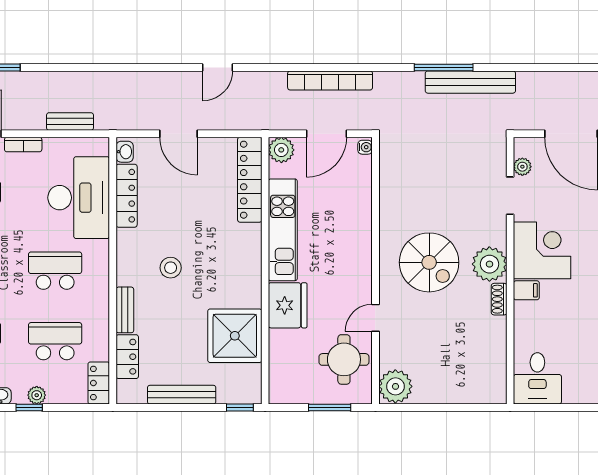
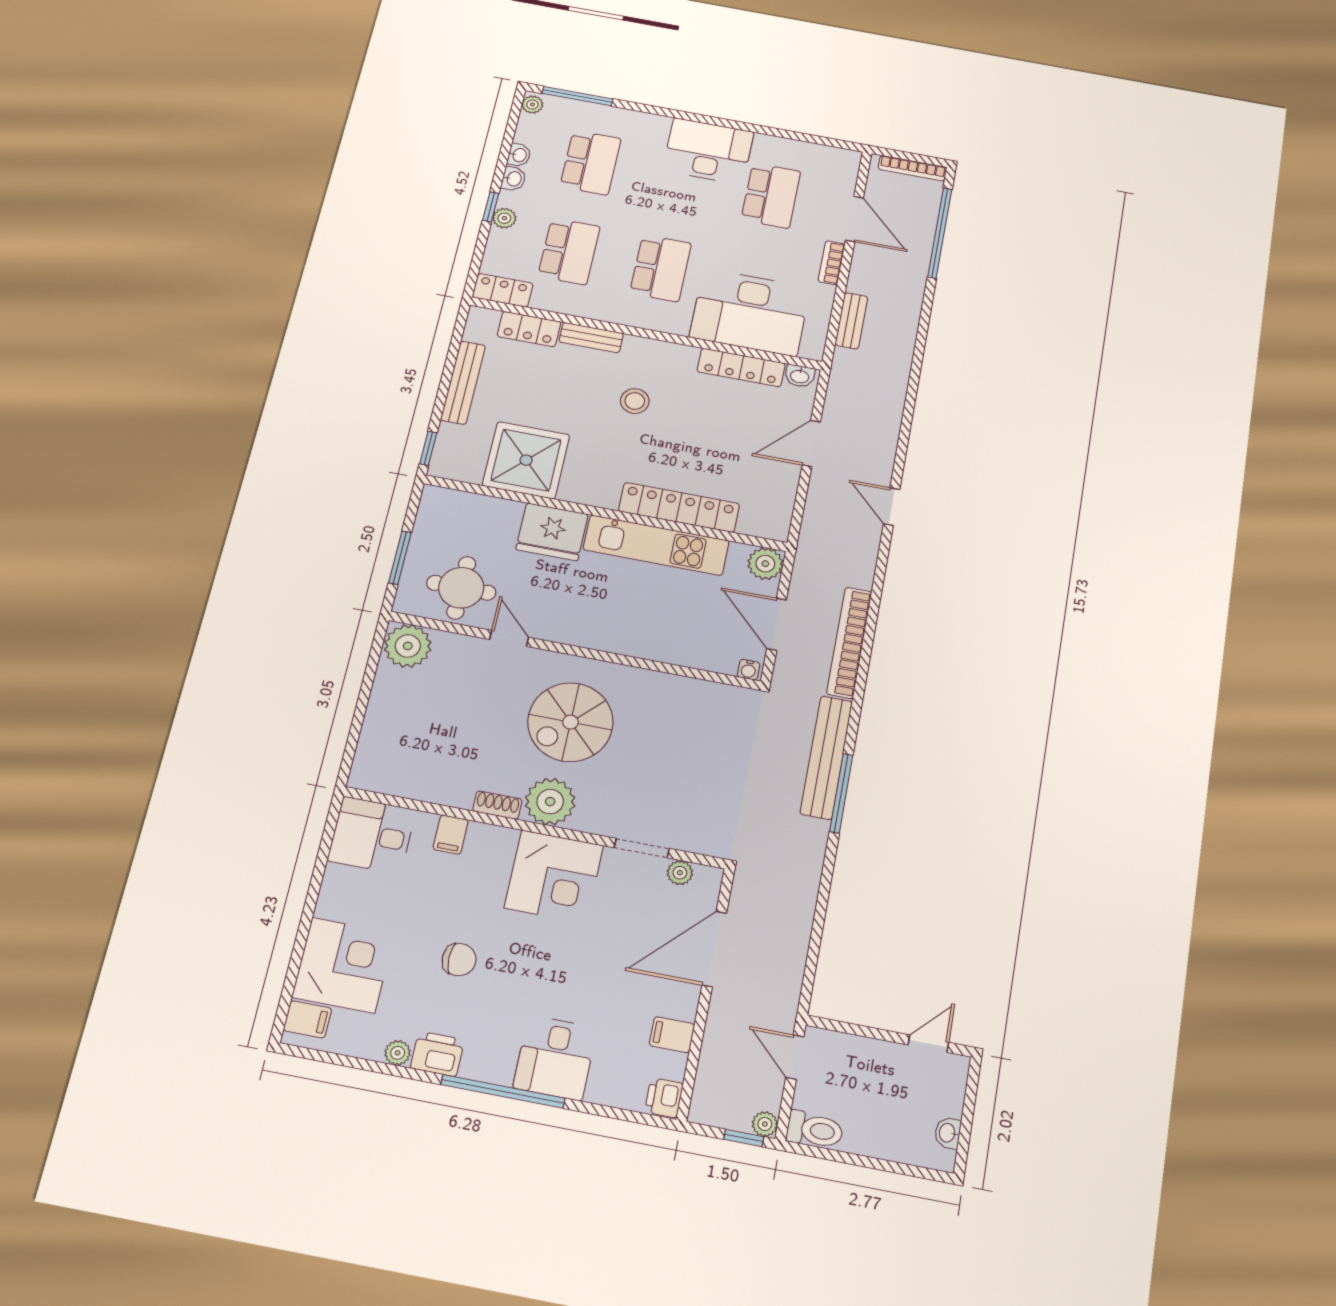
bench: (470, 82) -> (826, 757), moved
locker: (250, 180) -> (679, 507), moved
filing cabinet: (526, 290) -> (451, 835), moved

